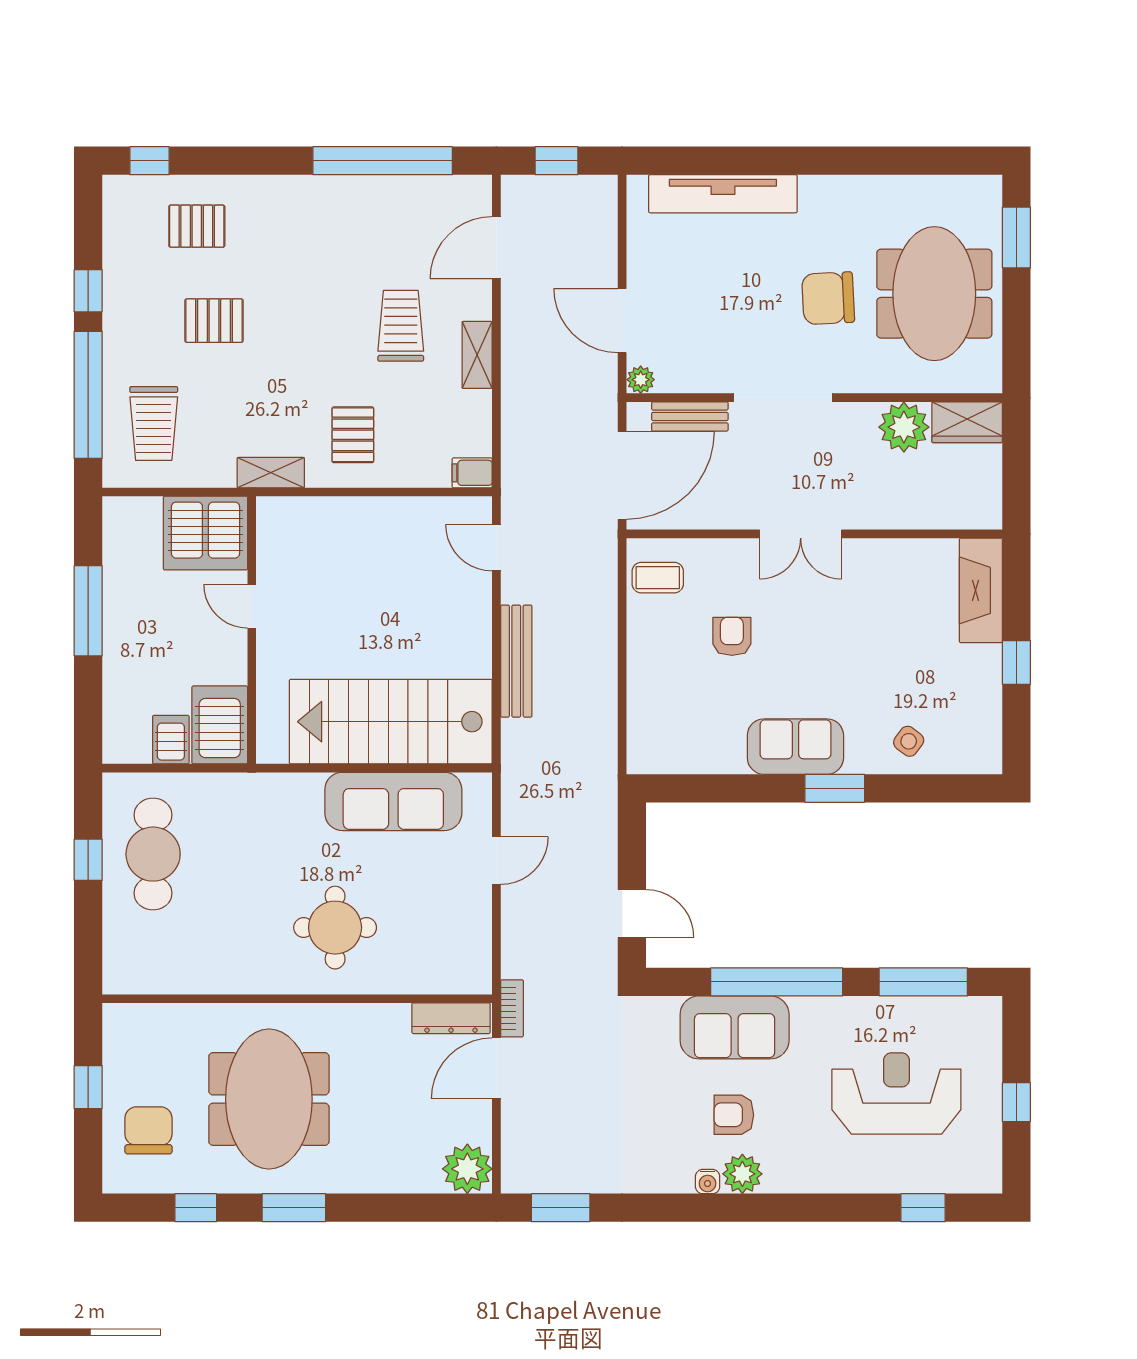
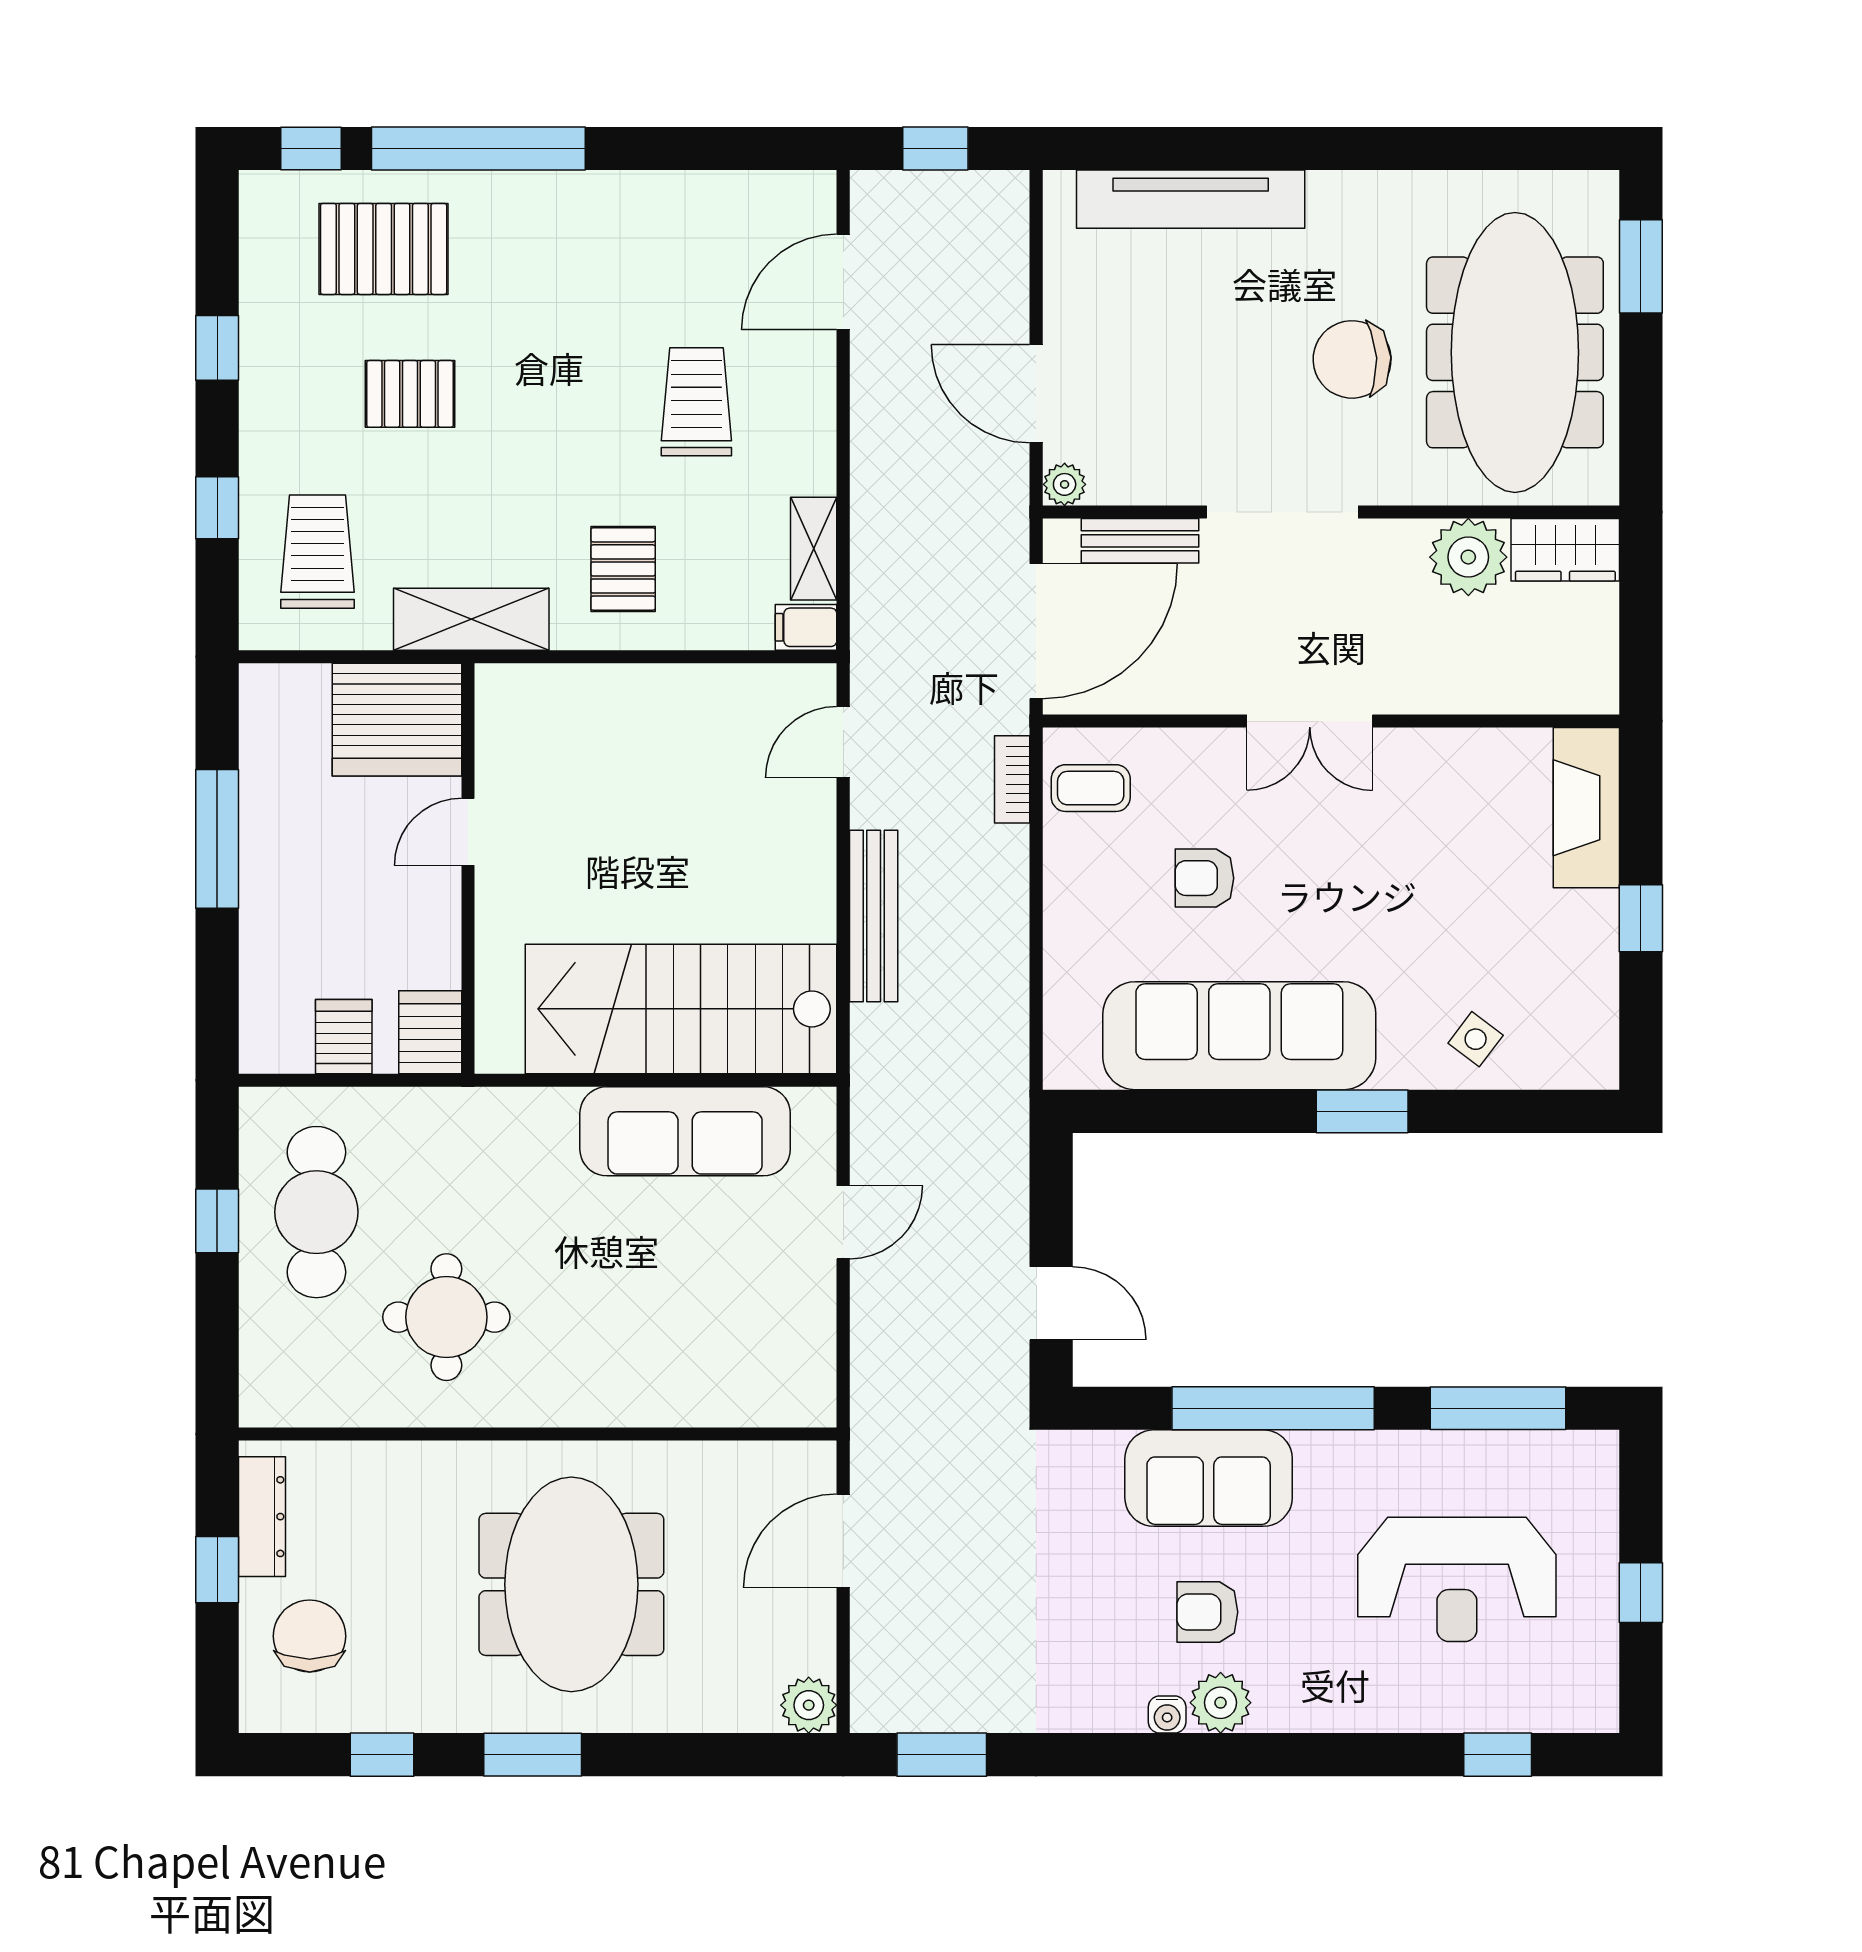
window: (383, 161) -> (478, 149), moved
pallet: (197, 226) -> (384, 249), width x1.50, depth x1.42
meeting table: (934, 294) -> (1515, 352), width x1.36
shelving: (477, 355) -> (814, 549), moved
window: (88, 395) -> (217, 508), width x0.32
trolley: (154, 424) -> (317, 552), turned 180
shelving: (271, 473) -> (471, 619), width x1.50, depth x1.33
door: (496, 548) -> (843, 742), hinge flipped
door: (252, 606) -> (468, 832), hinge flipped
armchair: (732, 636) -> (1204, 878), turned -90
server rack: (220, 725) -> (430, 1032), width x0.73, depth x0.70
sofa: (795, 747) -> (1239, 1036), width x1.85, depth x1.27
round table: (335, 928) -> (446, 1317), moved
bookcase: (512, 1008) -> (1012, 779), moved, turned 180
dresser: (451, 1018) -> (262, 1517), moved, turned -90
reception desk: (896, 1093) -> (1457, 1579), turned 180
meeting table: (269, 1099) -> (571, 1584), moved
plant: (467, 1169) -> (809, 1705), width x0.73, depth x0.73

